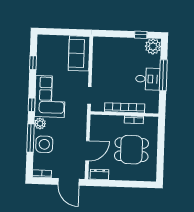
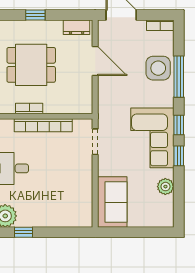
window: (33, 63) -> (179, 156), moved
plant: (40, 123) -> (165, 187), moved
door: (87, 151) -> (95, 61), swing flipped
window: (127, 184) -> (35, 15), added

